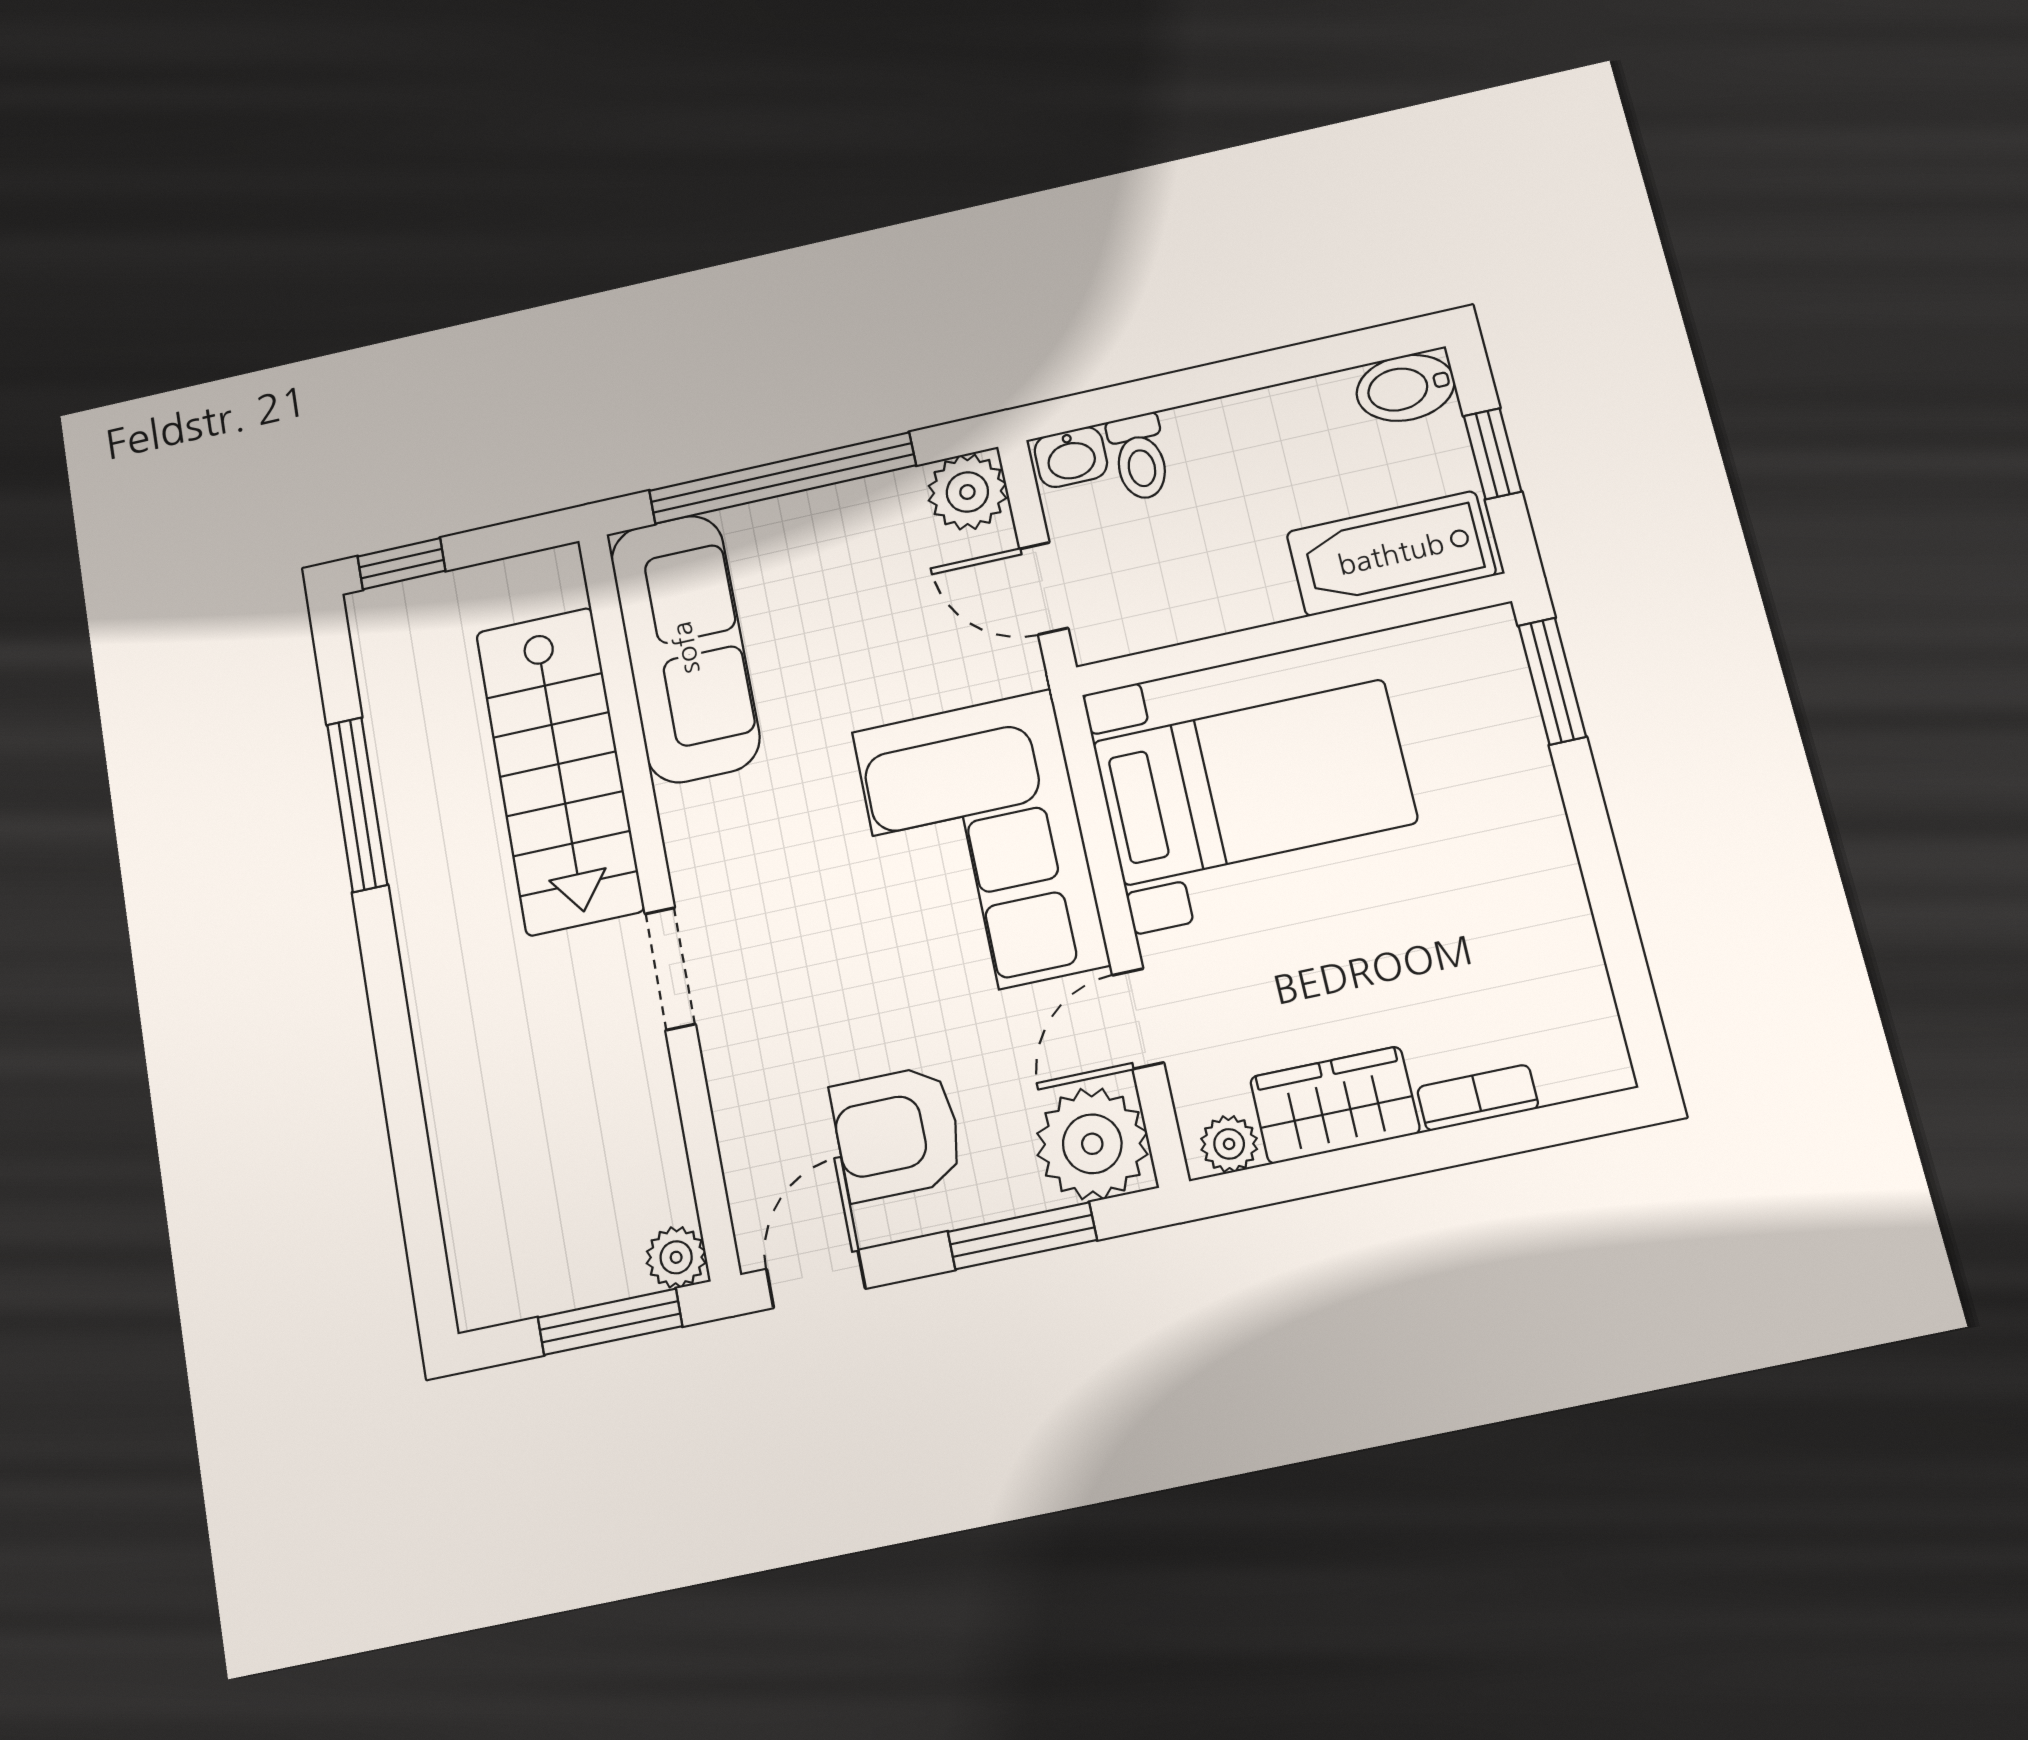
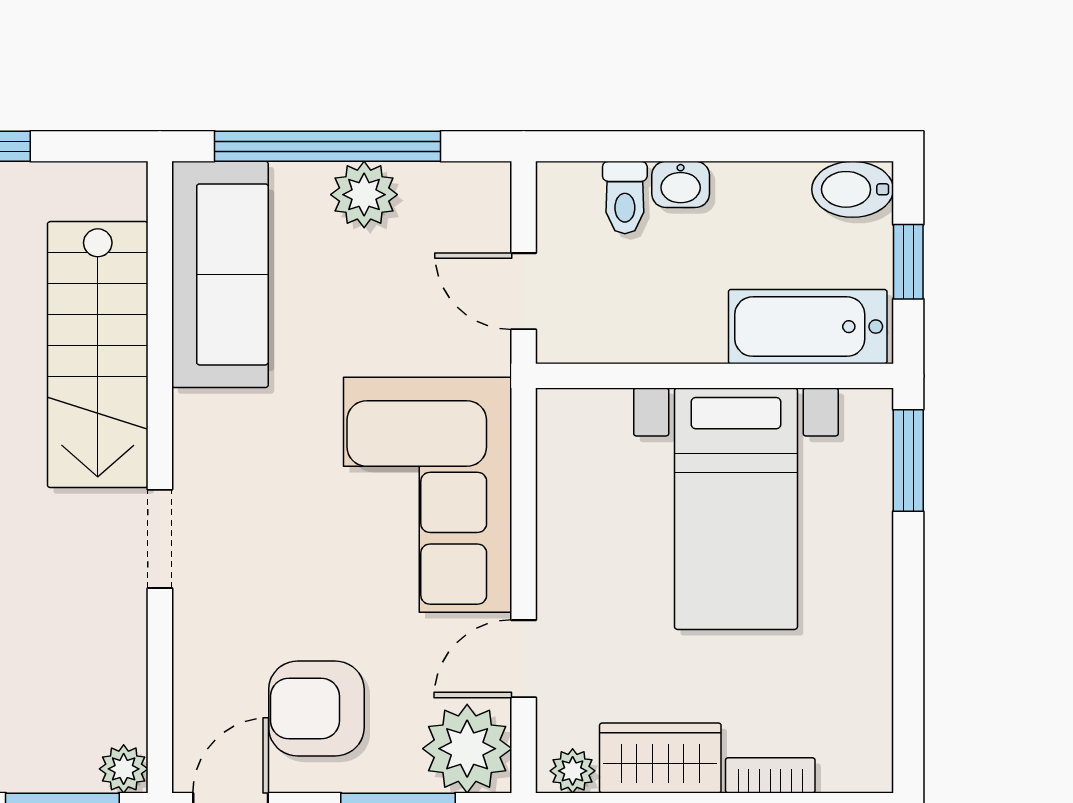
washbasin: (1071, 457) -> (681, 184), moved
plant: (967, 492) -> (364, 195), moved
bed with nightstands: (1254, 782) -> (736, 509), moved, turned 90

